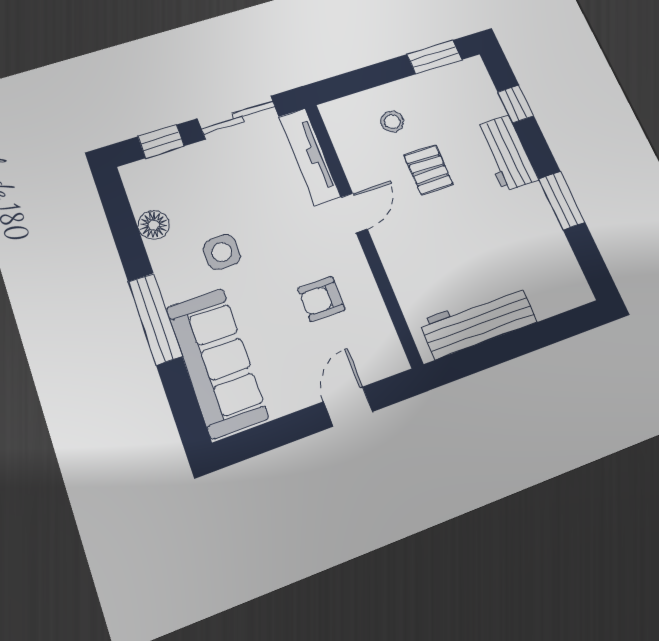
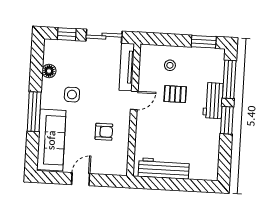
window: (516, 104) -> (229, 79), width x2.17
pallet: (428, 170) -> (175, 94), turned 90
window: (562, 201) -> (227, 120), moved
armchair: (321, 299) -> (104, 132), turned 180
door: (348, 407) -> (81, 179), moved

